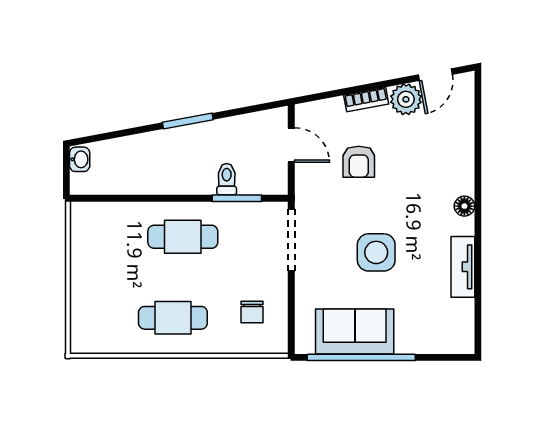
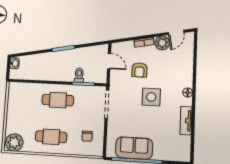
side table: (376, 252) -> (151, 97), moved
plant: (92, 335) -> (14, 142), added

